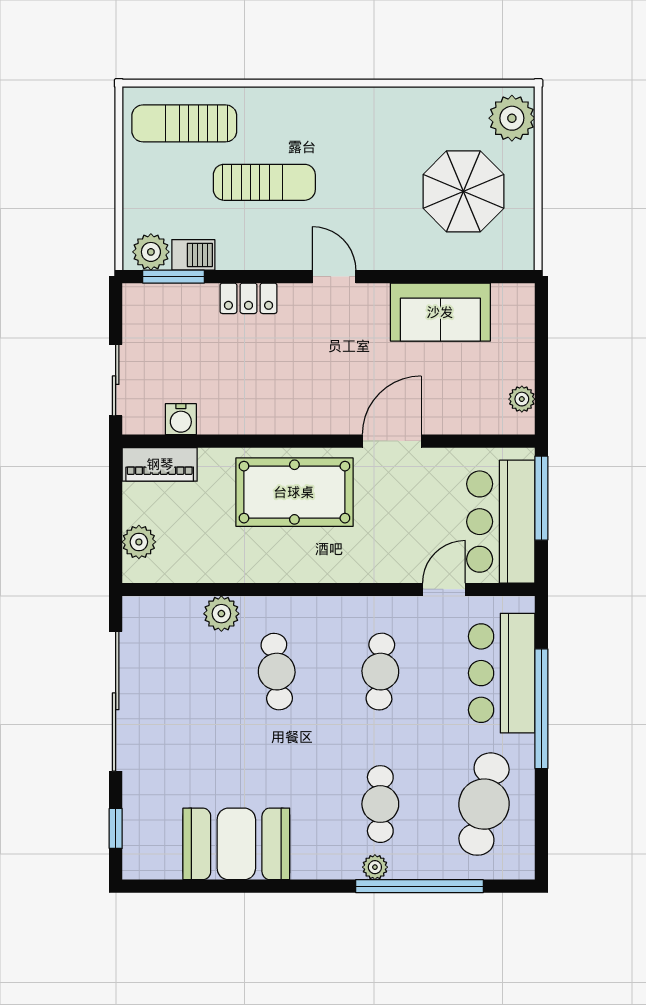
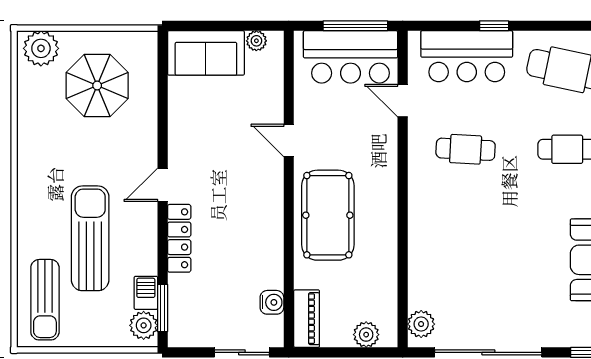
sun lounger: (264, 182) -> (90, 238), width x1.36, depth x1.34
locker: (248, 298) -> (179, 238), width x1.53
sofa: (440, 312) -> (206, 53), moved, turned 90
door: (392, 441) -> (289, 141), width x0.73
window: (541, 498) -> (355, 26), moved
plant: (221, 614) -> (421, 324), moved
cafe table: (277, 672) -> (466, 229), removed
window: (541, 709) -> (494, 26), width x0.32

